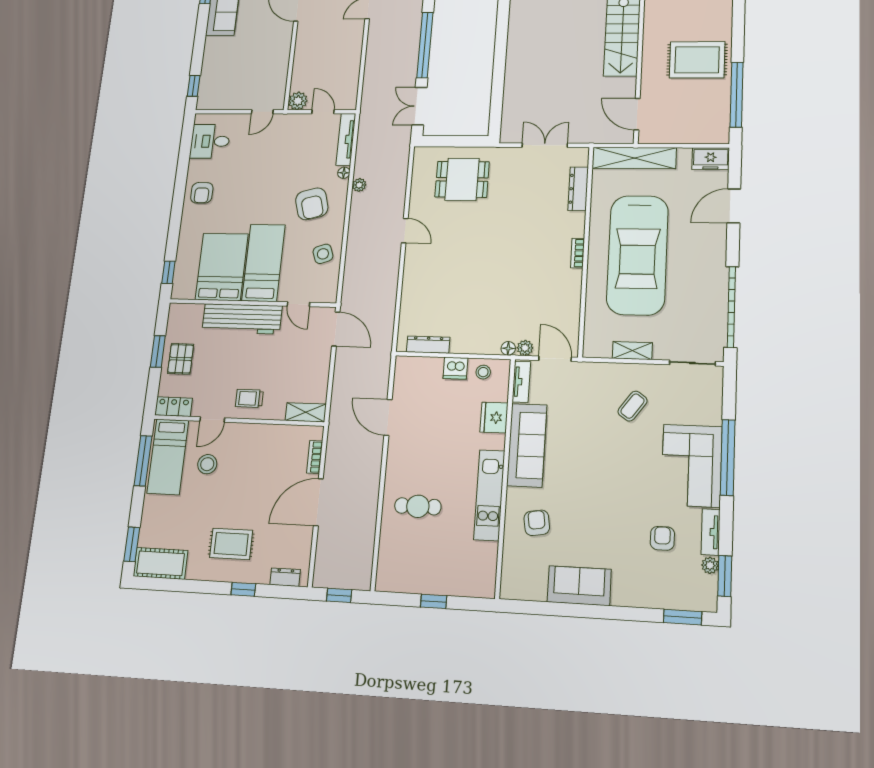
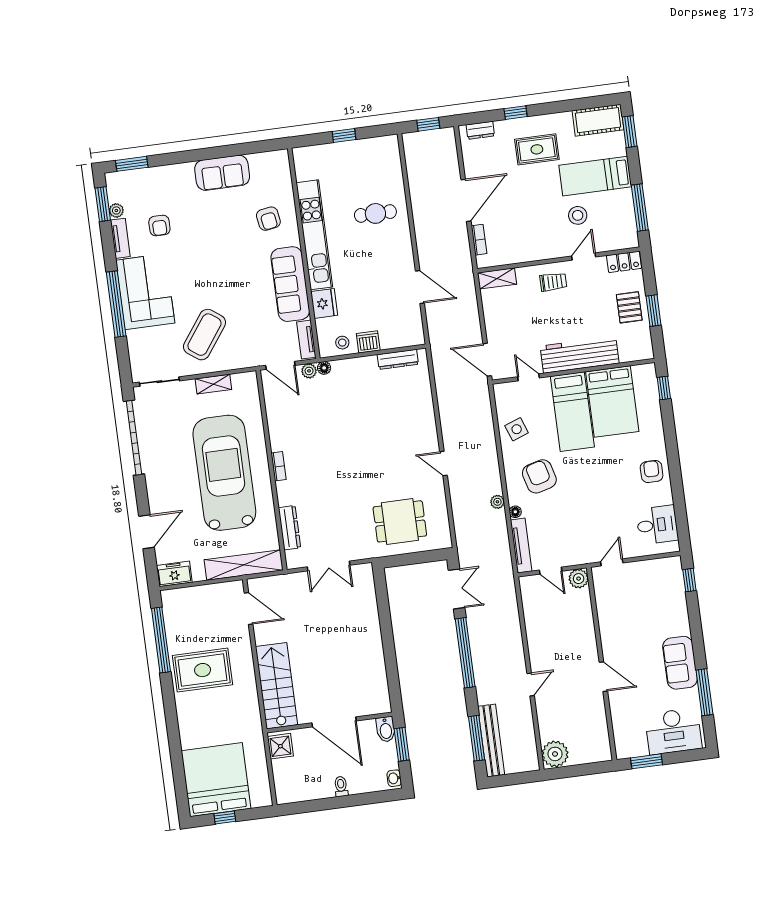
coffee table: (633, 406) -> (204, 335), width x1.86, depth x1.72
bed: (168, 457) -> (595, 176), moved, turned -90
kitchen unit: (489, 495) -> (314, 235), width x1.36

